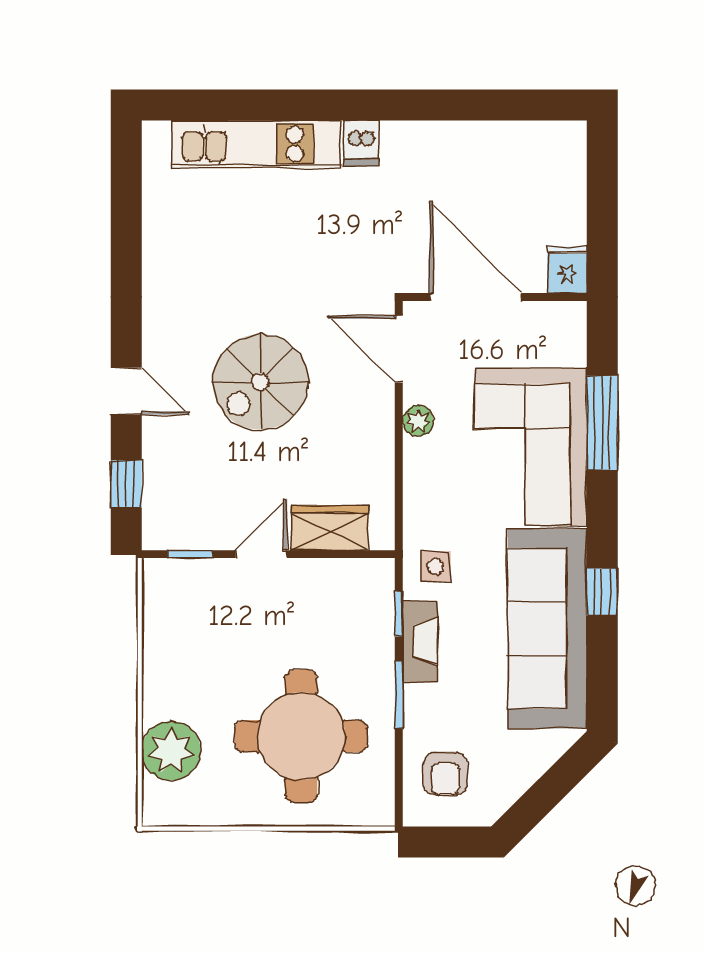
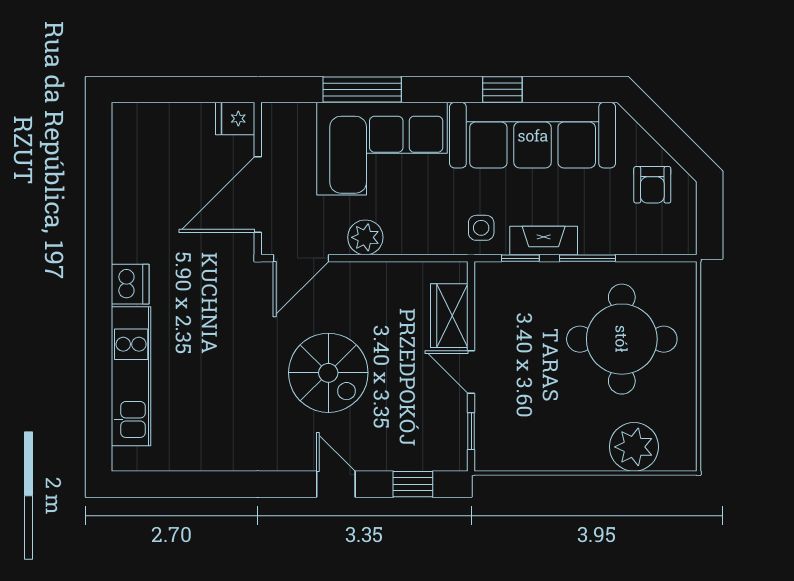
dishwasher: (361, 143) -> (130, 284), width x1.38
door: (126, 391) -> (336, 484), hinge flipped
plant: (418, 421) -> (365, 237), width x1.38, depth x1.38
armchair: (445, 774) -> (652, 185), moved, turned 90

